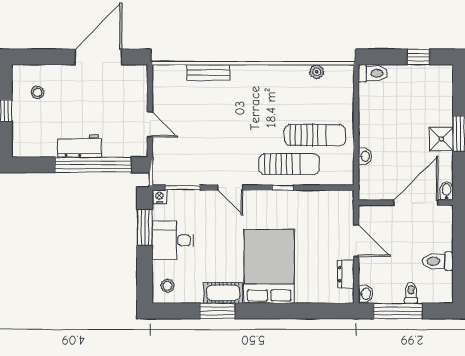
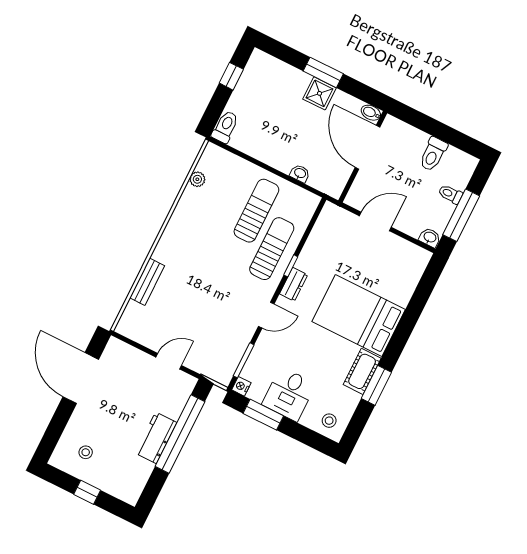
dresser: (346, 274) -> (294, 284), moved, turned -90

